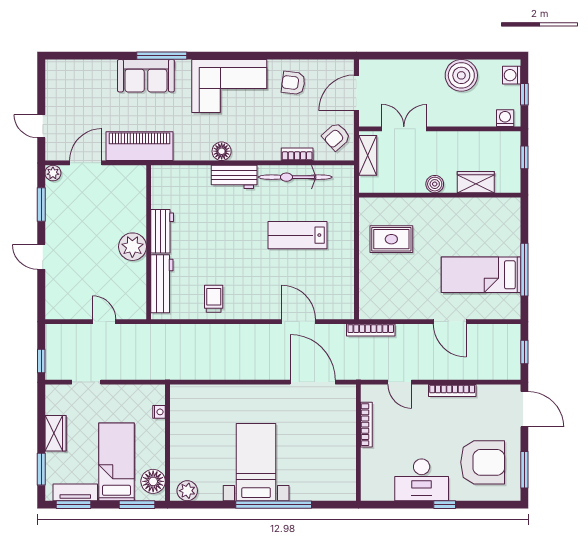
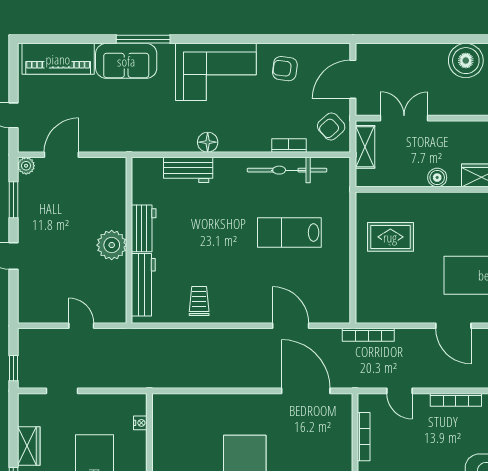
piano: (139, 146) -> (58, 59), moved, turned 180
workbench: (234, 177) -> (188, 170), moved

